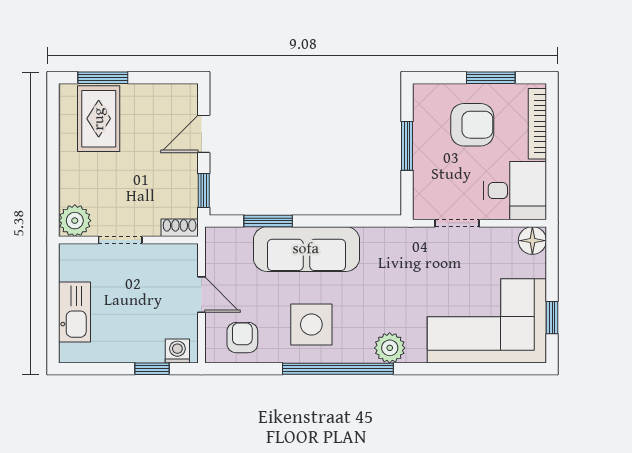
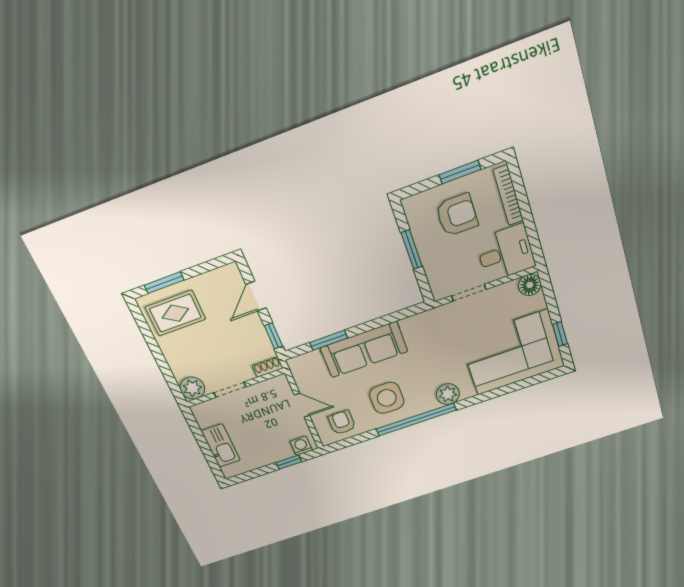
rug: (99, 119) -> (175, 313), turned 90

